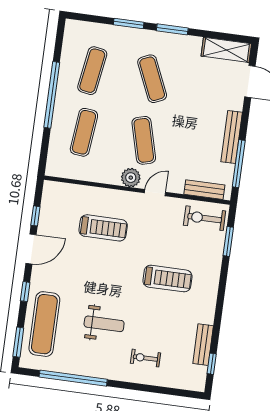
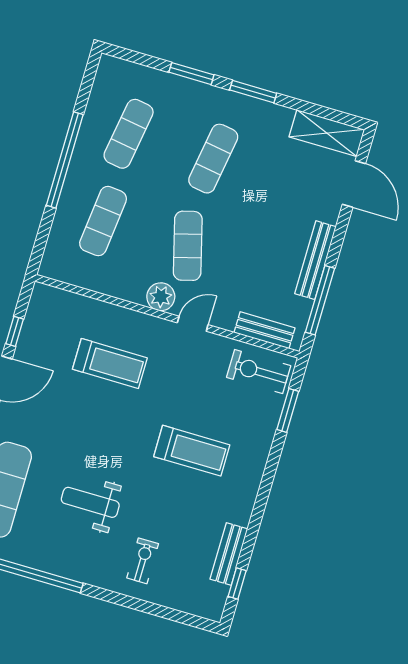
exercise mat: (152, 79) -> (213, 159), turned 33
weight bench: (104, 324) -> (90, 502), turned 180
exercise bike: (145, 358) -> (143, 561), turned 90

